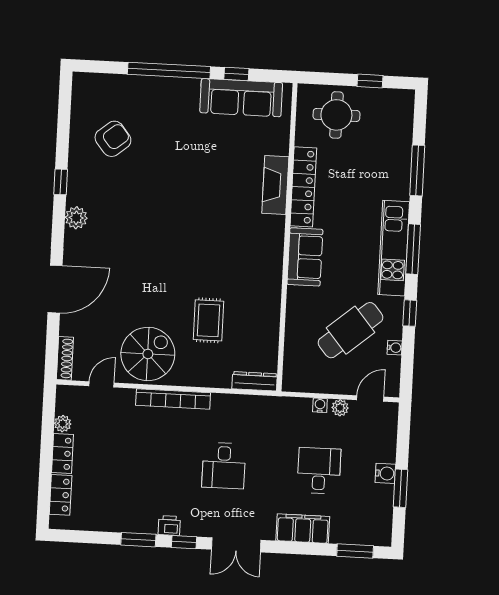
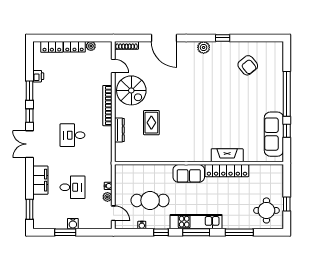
round table: (336, 115) -> (266, 210), moved
rug: (208, 320) -> (151, 123), turned 90
cafe table: (351, 330) -> (150, 200), turned -50
dresser: (255, 381) -> (119, 130), moved
printer: (169, 525) -> (38, 76), moved

